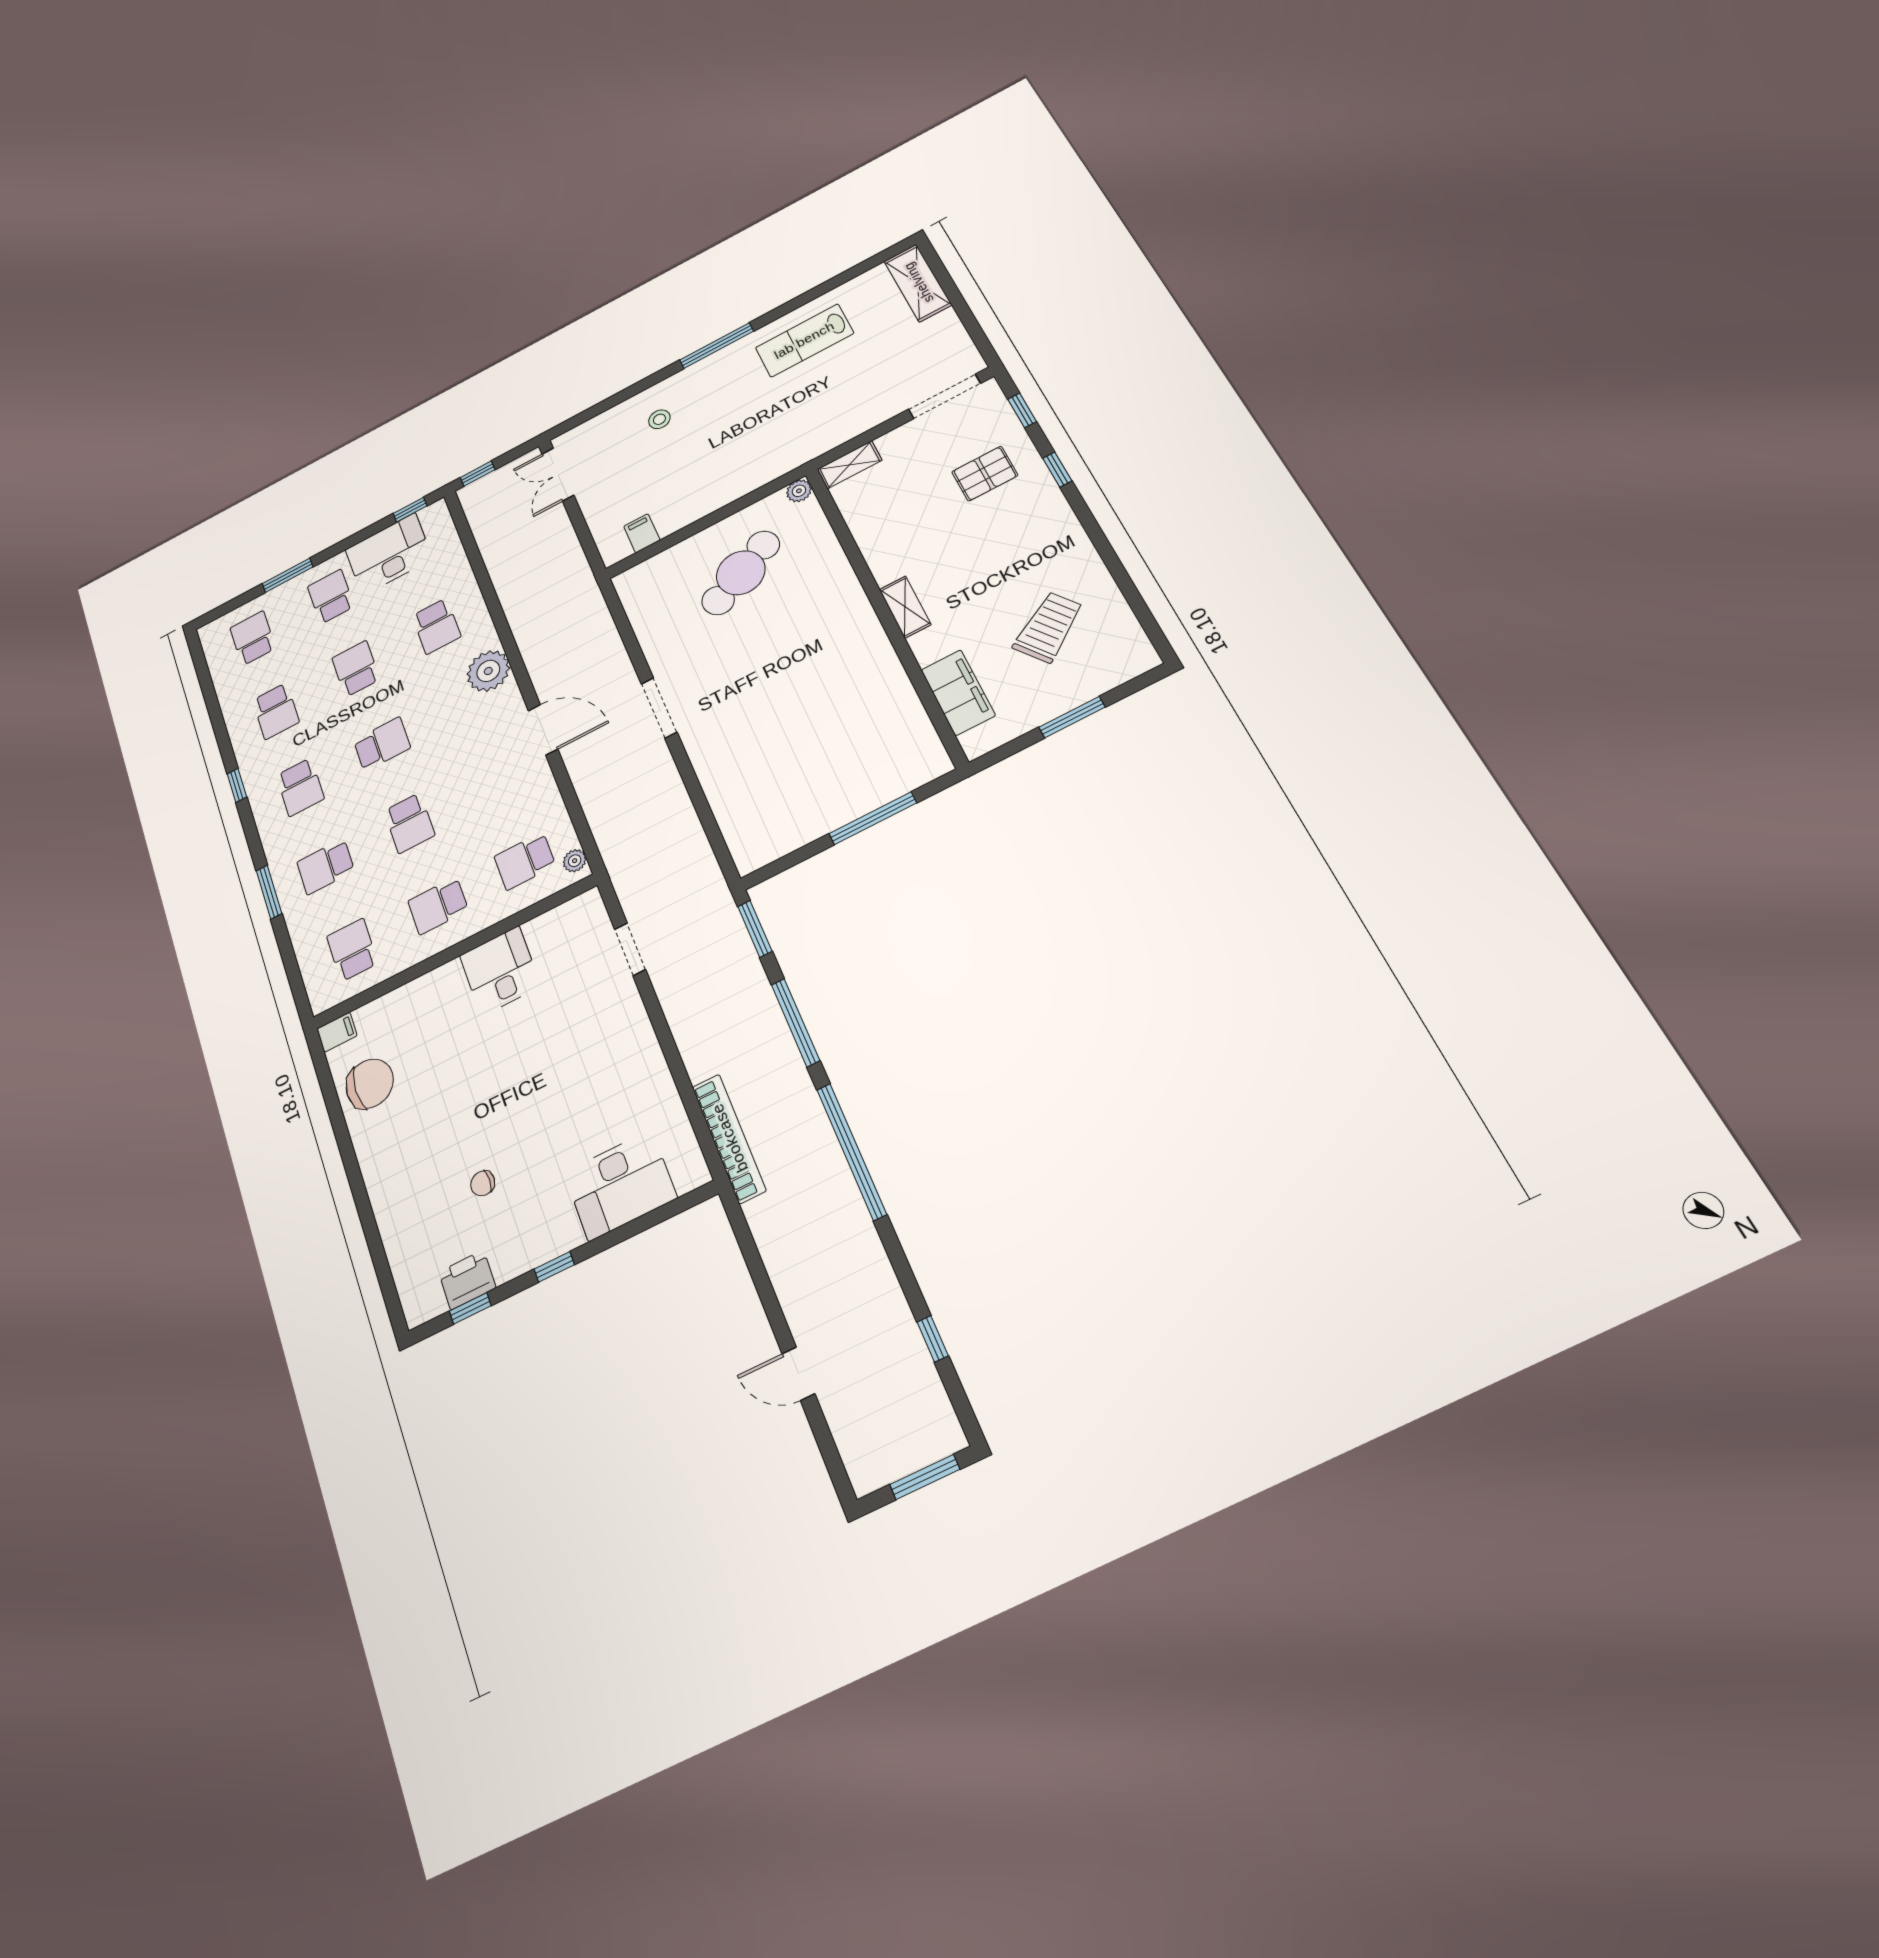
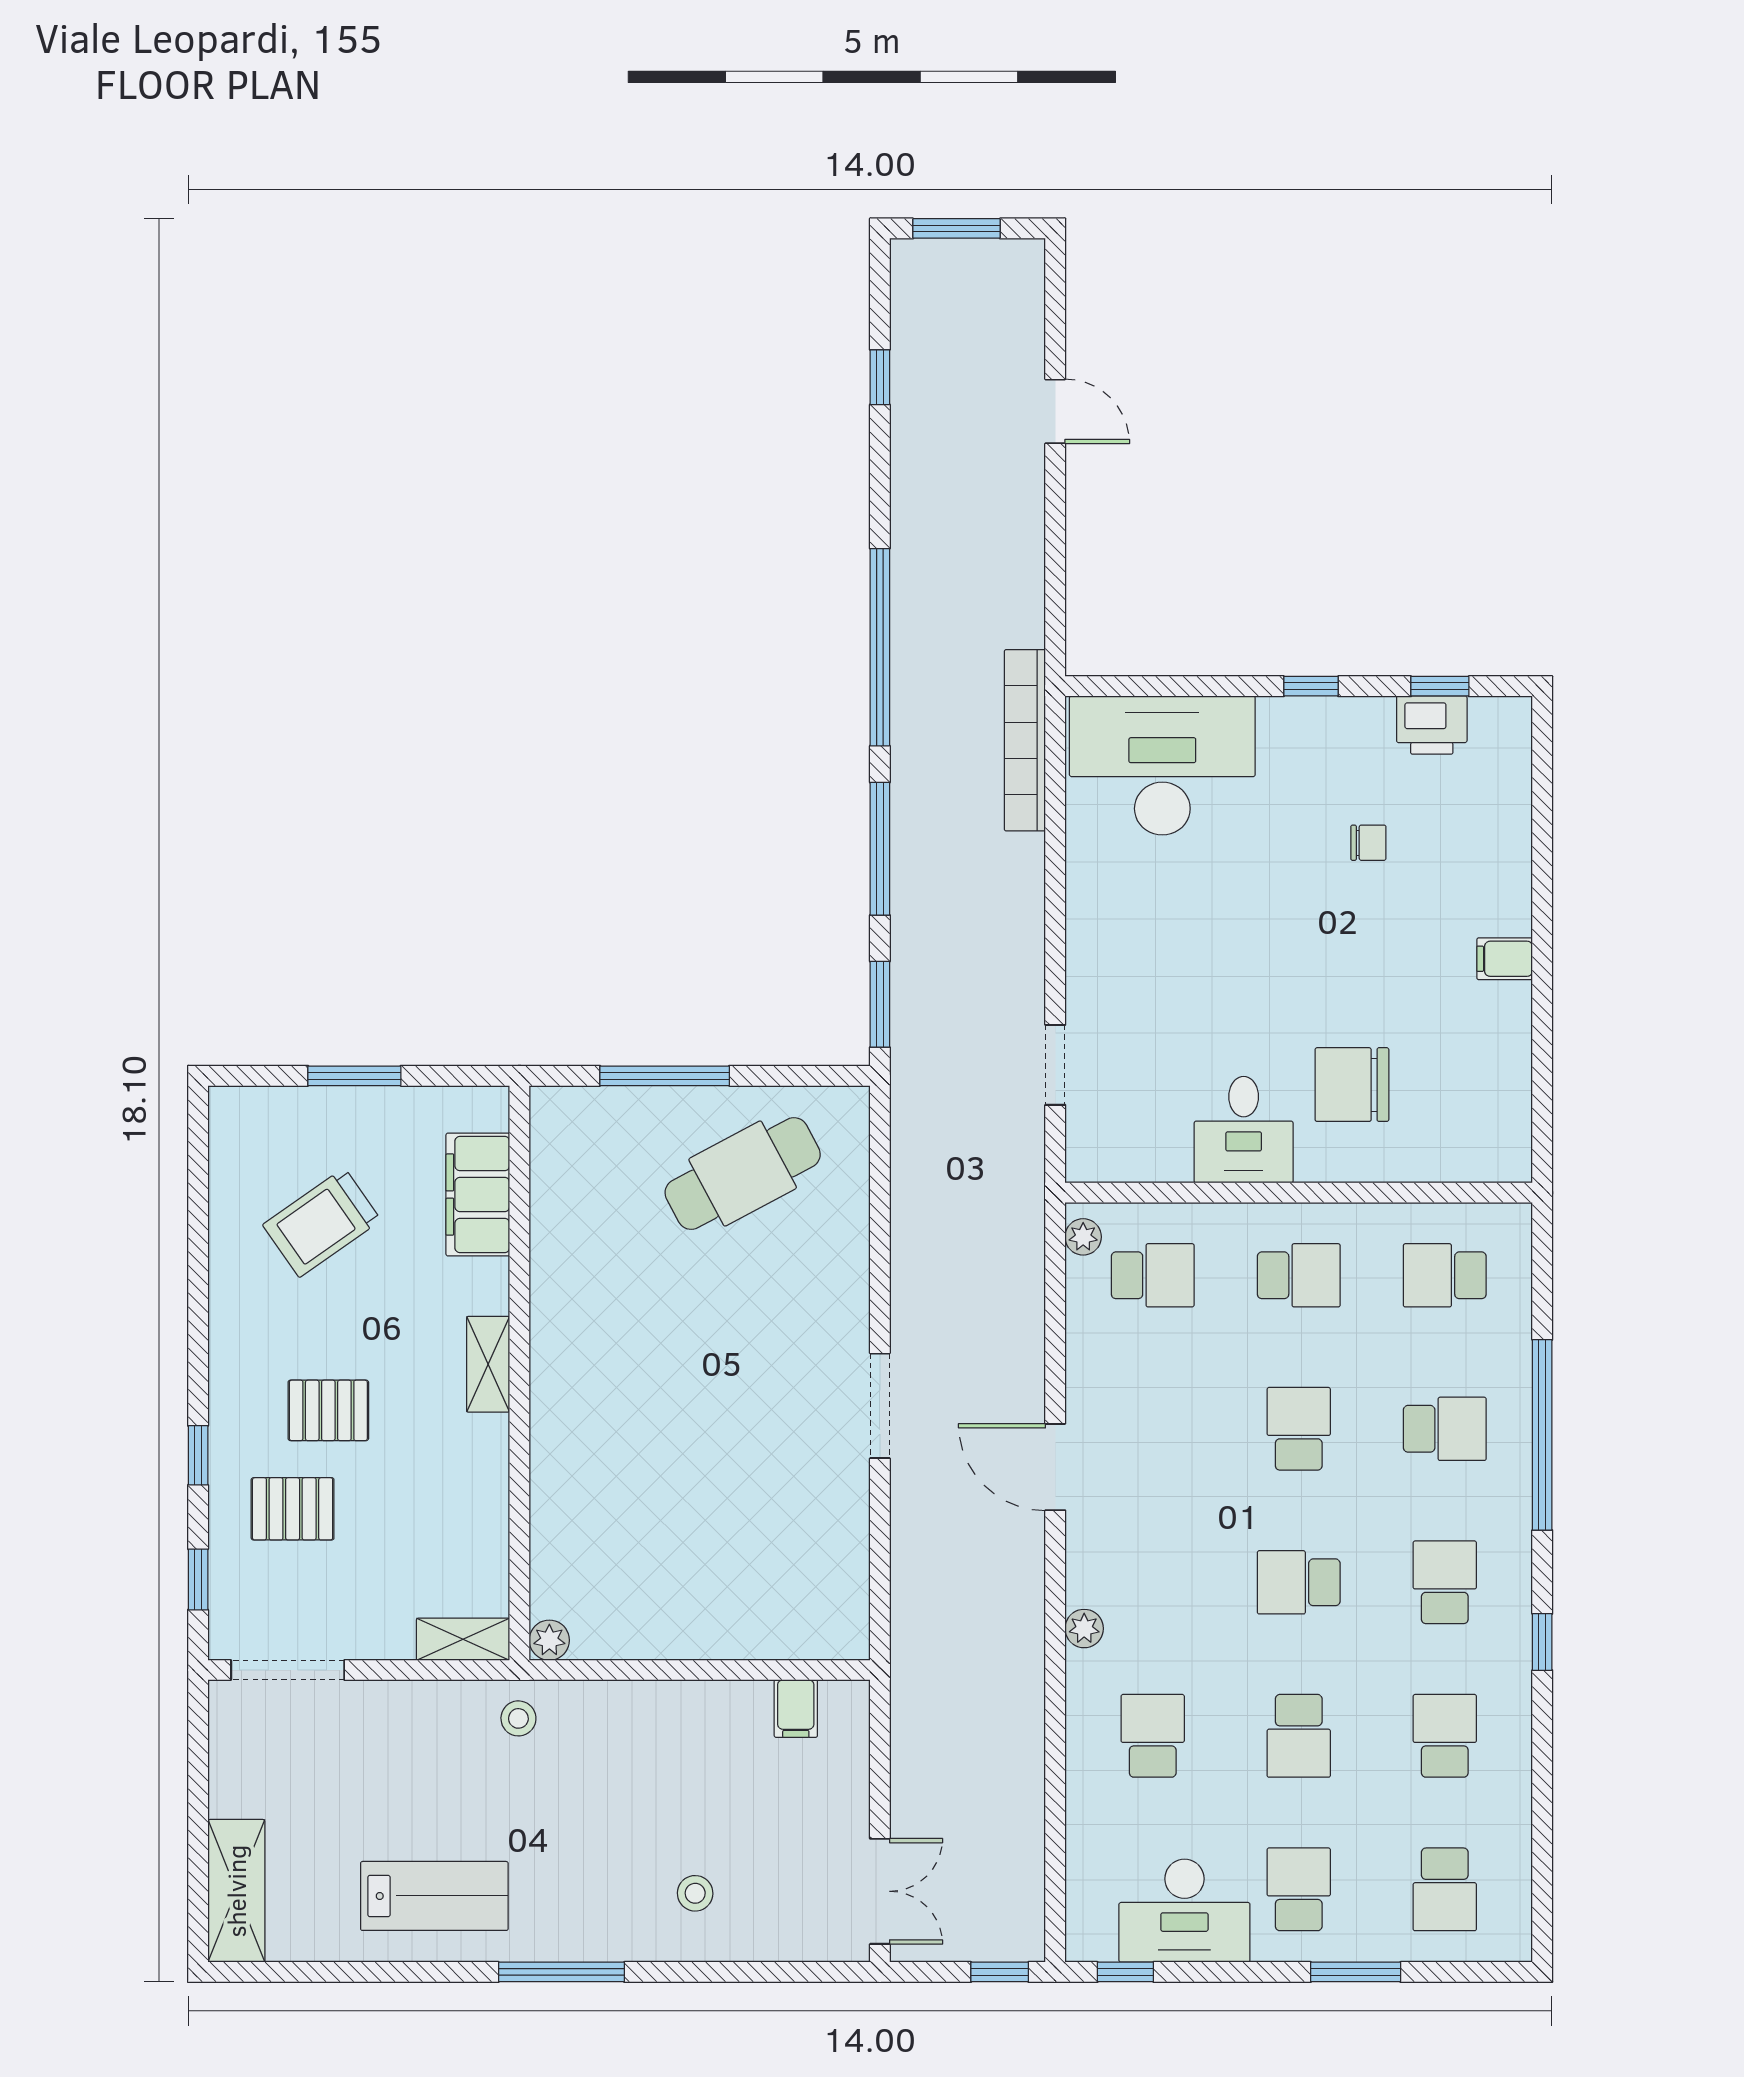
stool: (798, 445) -> (518, 1718), added
pallet: (990, 533) -> (328, 1410), added
cafe table: (741, 573) -> (743, 1174), moved
school desk: (331, 597) -> (1299, 1889), turned 180
plant: (488, 671) -> (1084, 1629), width x0.53, depth x0.53
window: (269, 892) -> (1542, 1435), width x2.11
school desk: (352, 950) -> (1445, 1275), turned 90
filing cabinet: (337, 1032) -> (1505, 959), moved
chair: (370, 1084) -> (1352, 1085), moved
desk: (620, 1185) -> (1162, 765), width x1.36, depth x1.30

